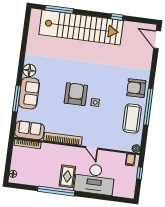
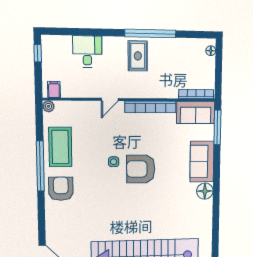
armchair: (136, 88) -> (61, 189), turned -89
armchair: (76, 94) -> (141, 169), turned 90
window: (17, 99) -> (217, 127), moved
door: (92, 148) -> (110, 99), swing flipped
window: (140, 173) -> (38, 53), moved
desk: (95, 179) -> (87, 52), width x0.53, depth x0.77

